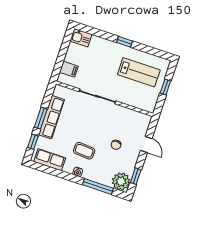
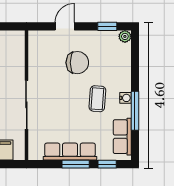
chair: (116, 145) -> (77, 63), width x1.87, depth x1.87
plant: (121, 181) -> (125, 36), width x0.53, depth x0.53
window: (98, 187) -> (135, 111), moved

